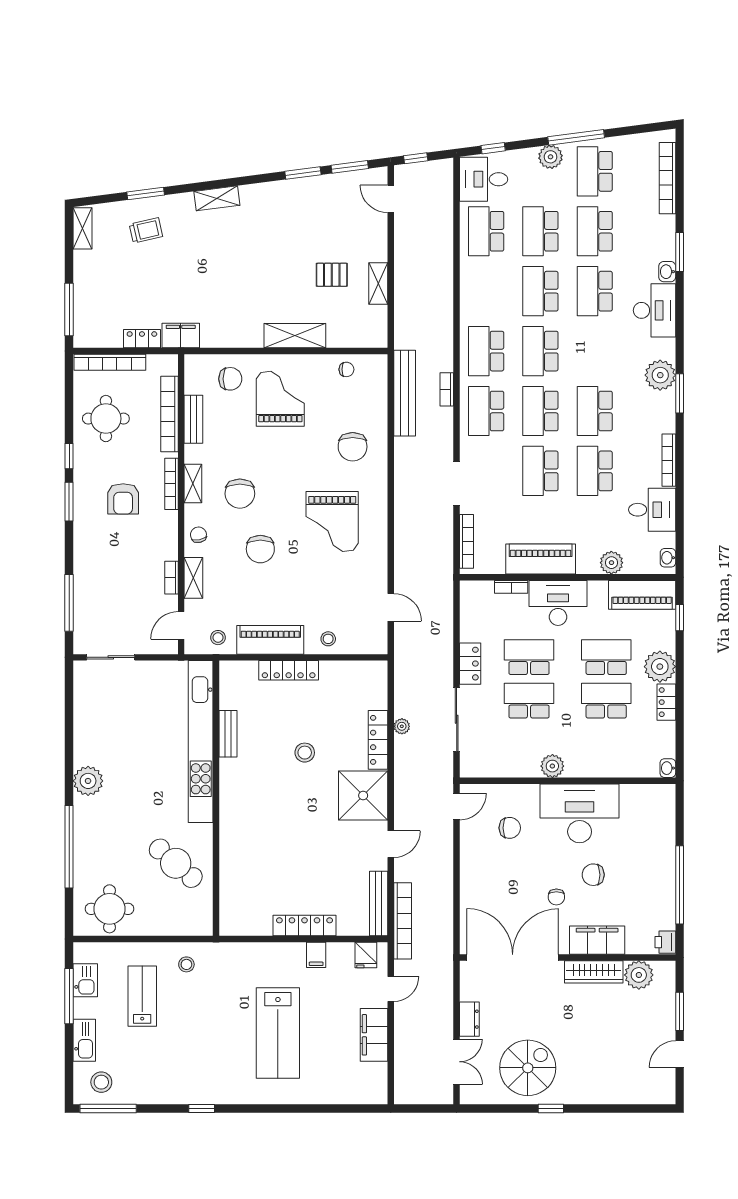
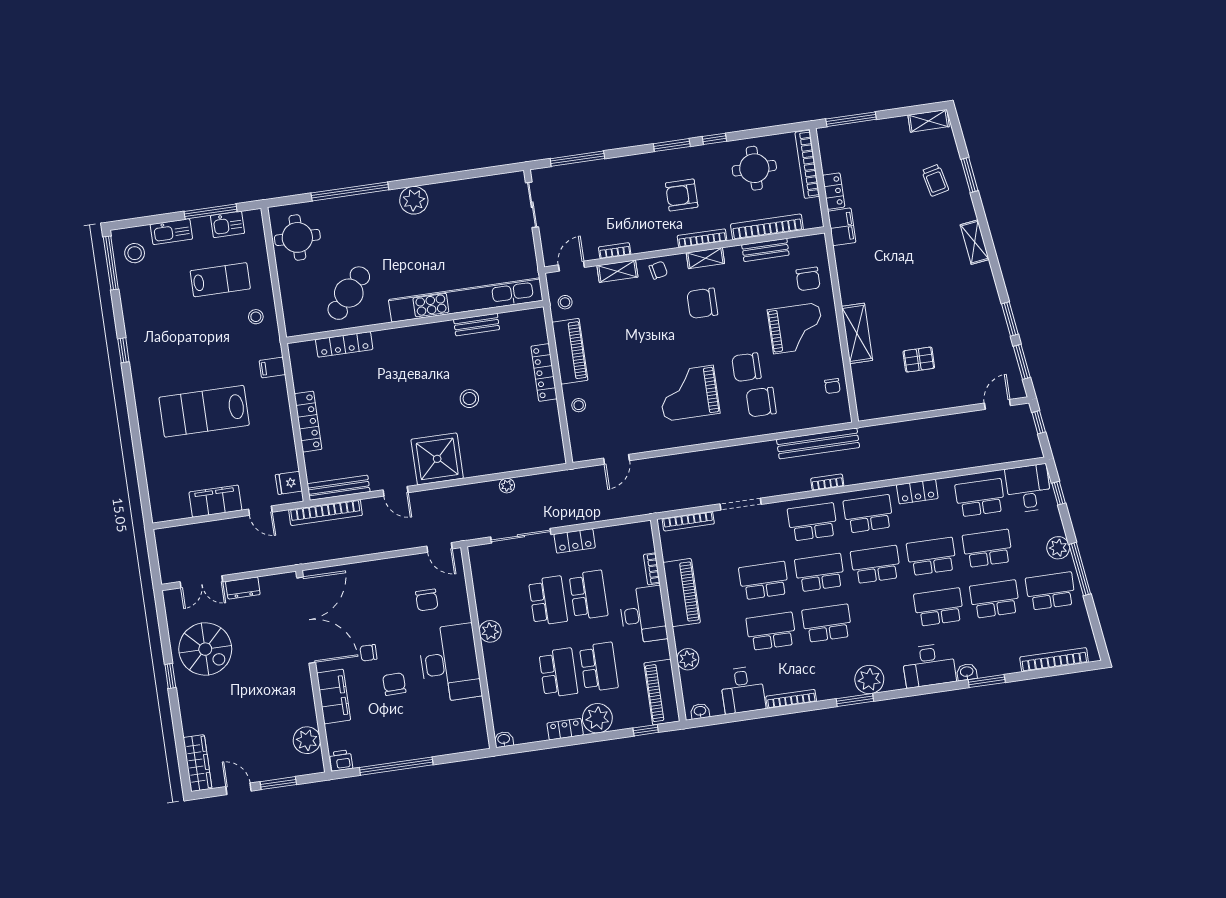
pallet: (332, 275) -> (919, 360), turned 90
shelving: (378, 284) -> (917, 404), removed
locker: (470, 296) -> (917, 492), added
chair: (260, 549) -> (746, 367), moved
door: (181, 625) -> (571, 266), hinge flipped
locker: (378, 740) -> (344, 344), moved, turned 180
filing cabinet: (316, 955) -> (272, 368), moved
wardrobe: (594, 972) -> (198, 763), moved, turned 180

